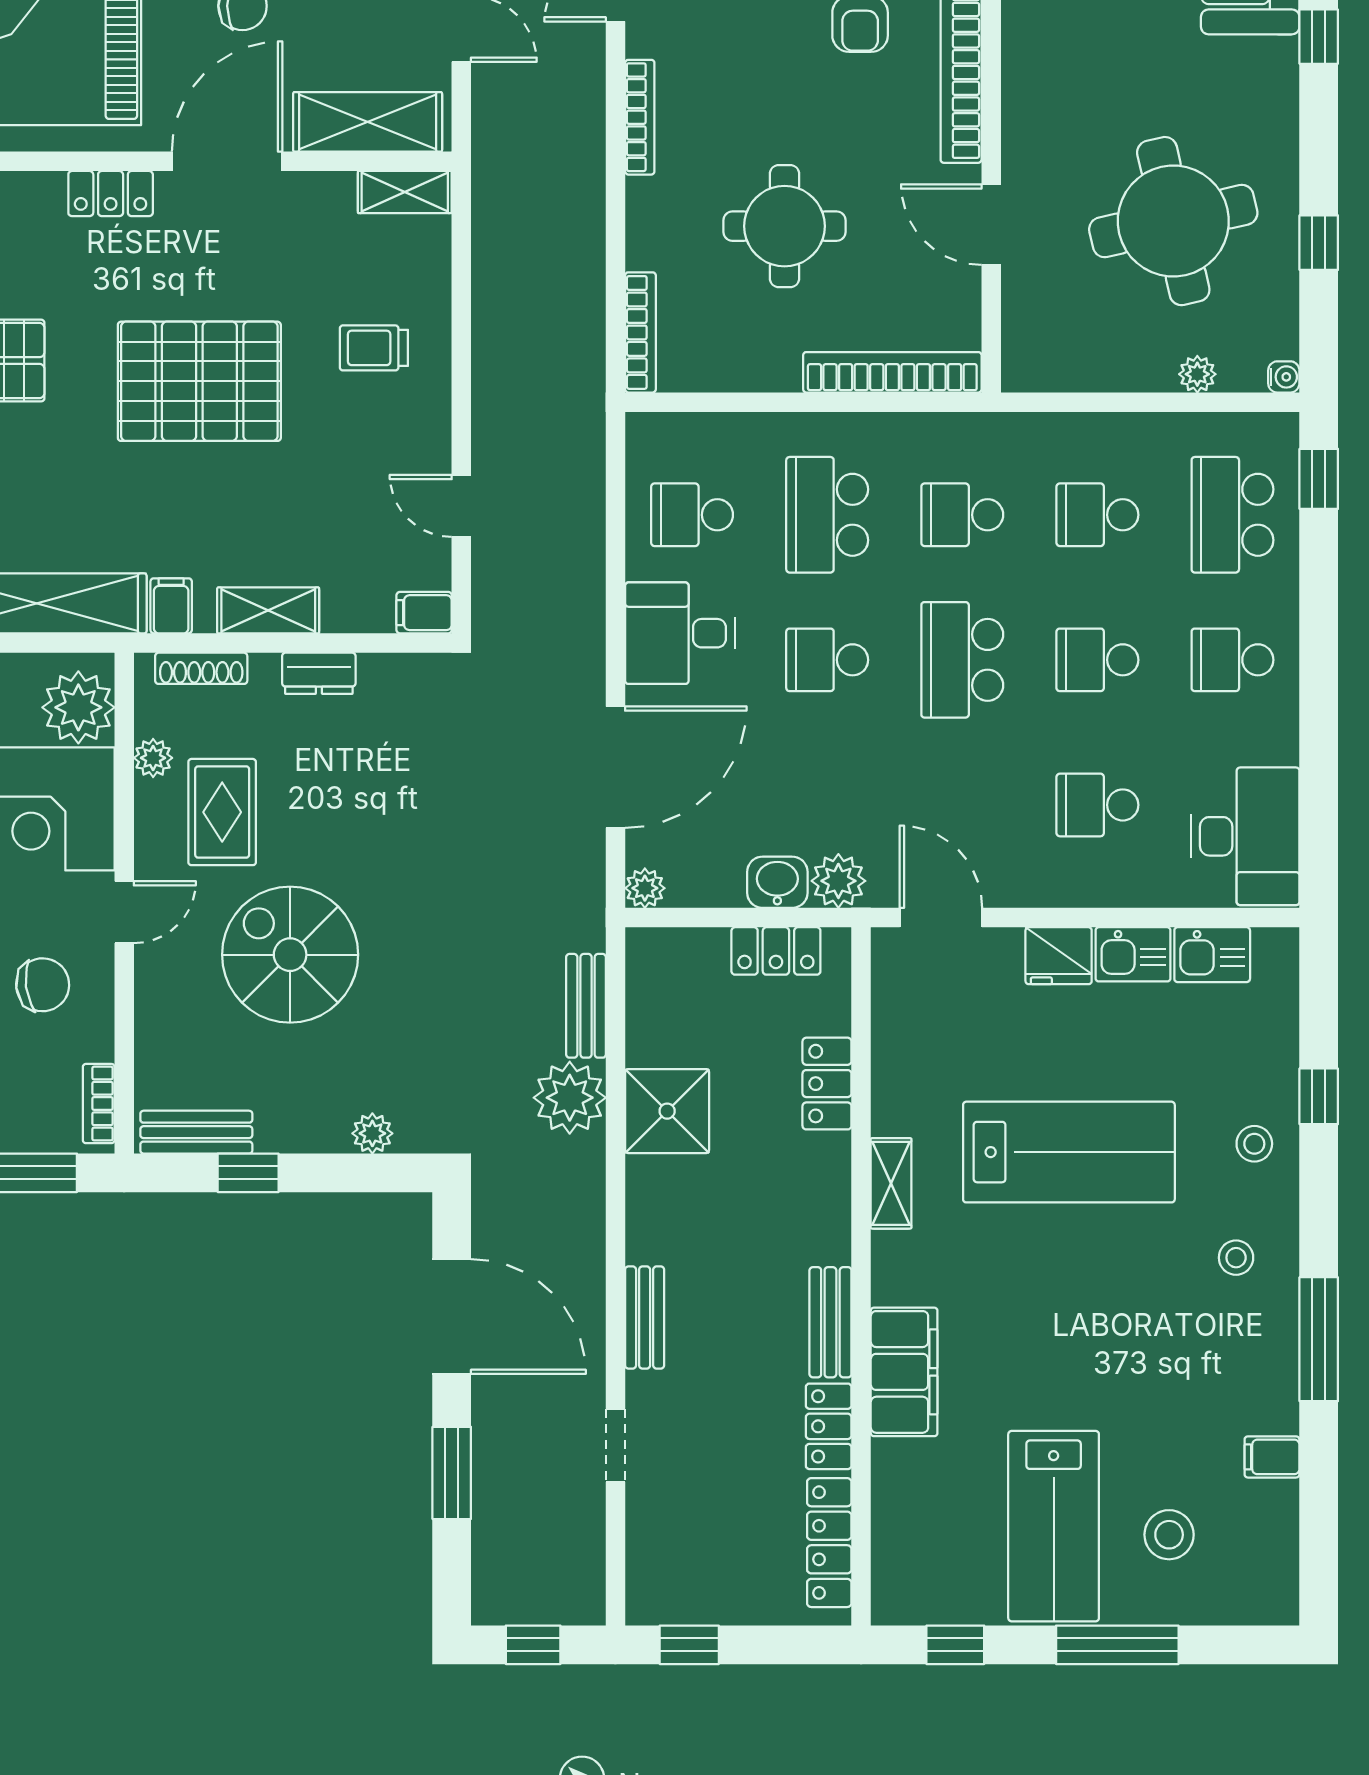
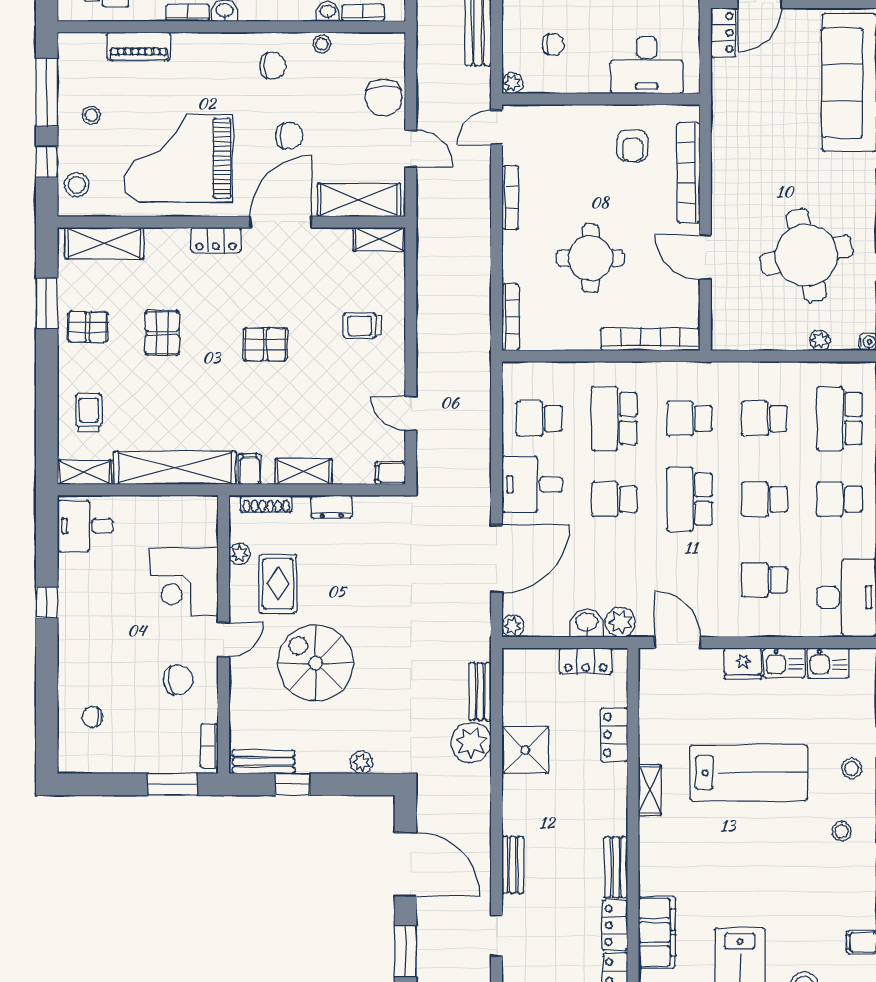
pallet: (199, 381) -> (265, 344), width x0.49, depth x0.50
plant: (78, 707) -> (198, 526), removed
filing cabinet: (904, 1372) -> (657, 932), moved

